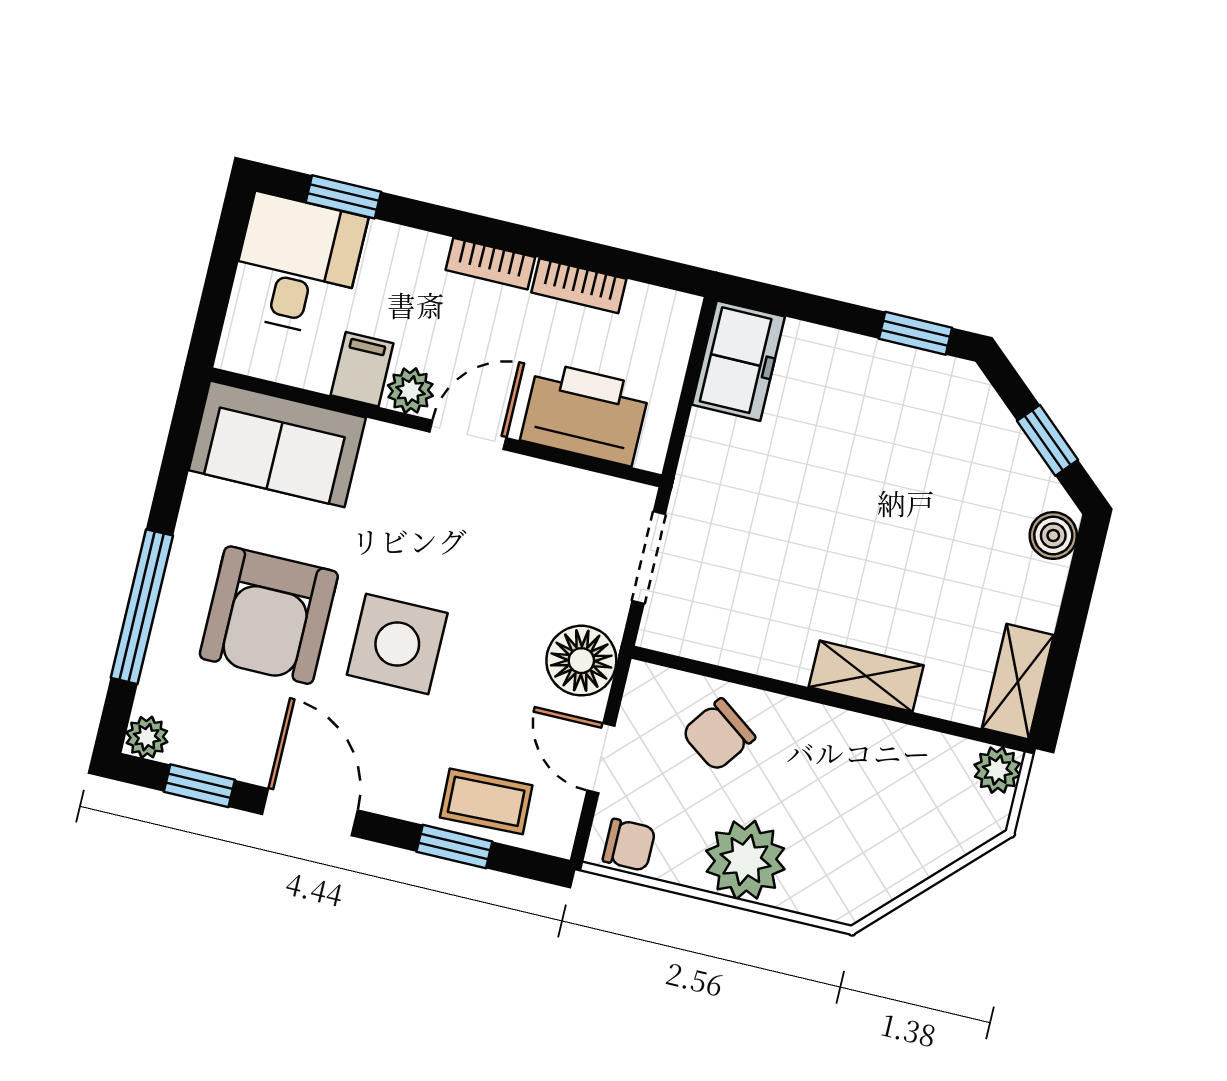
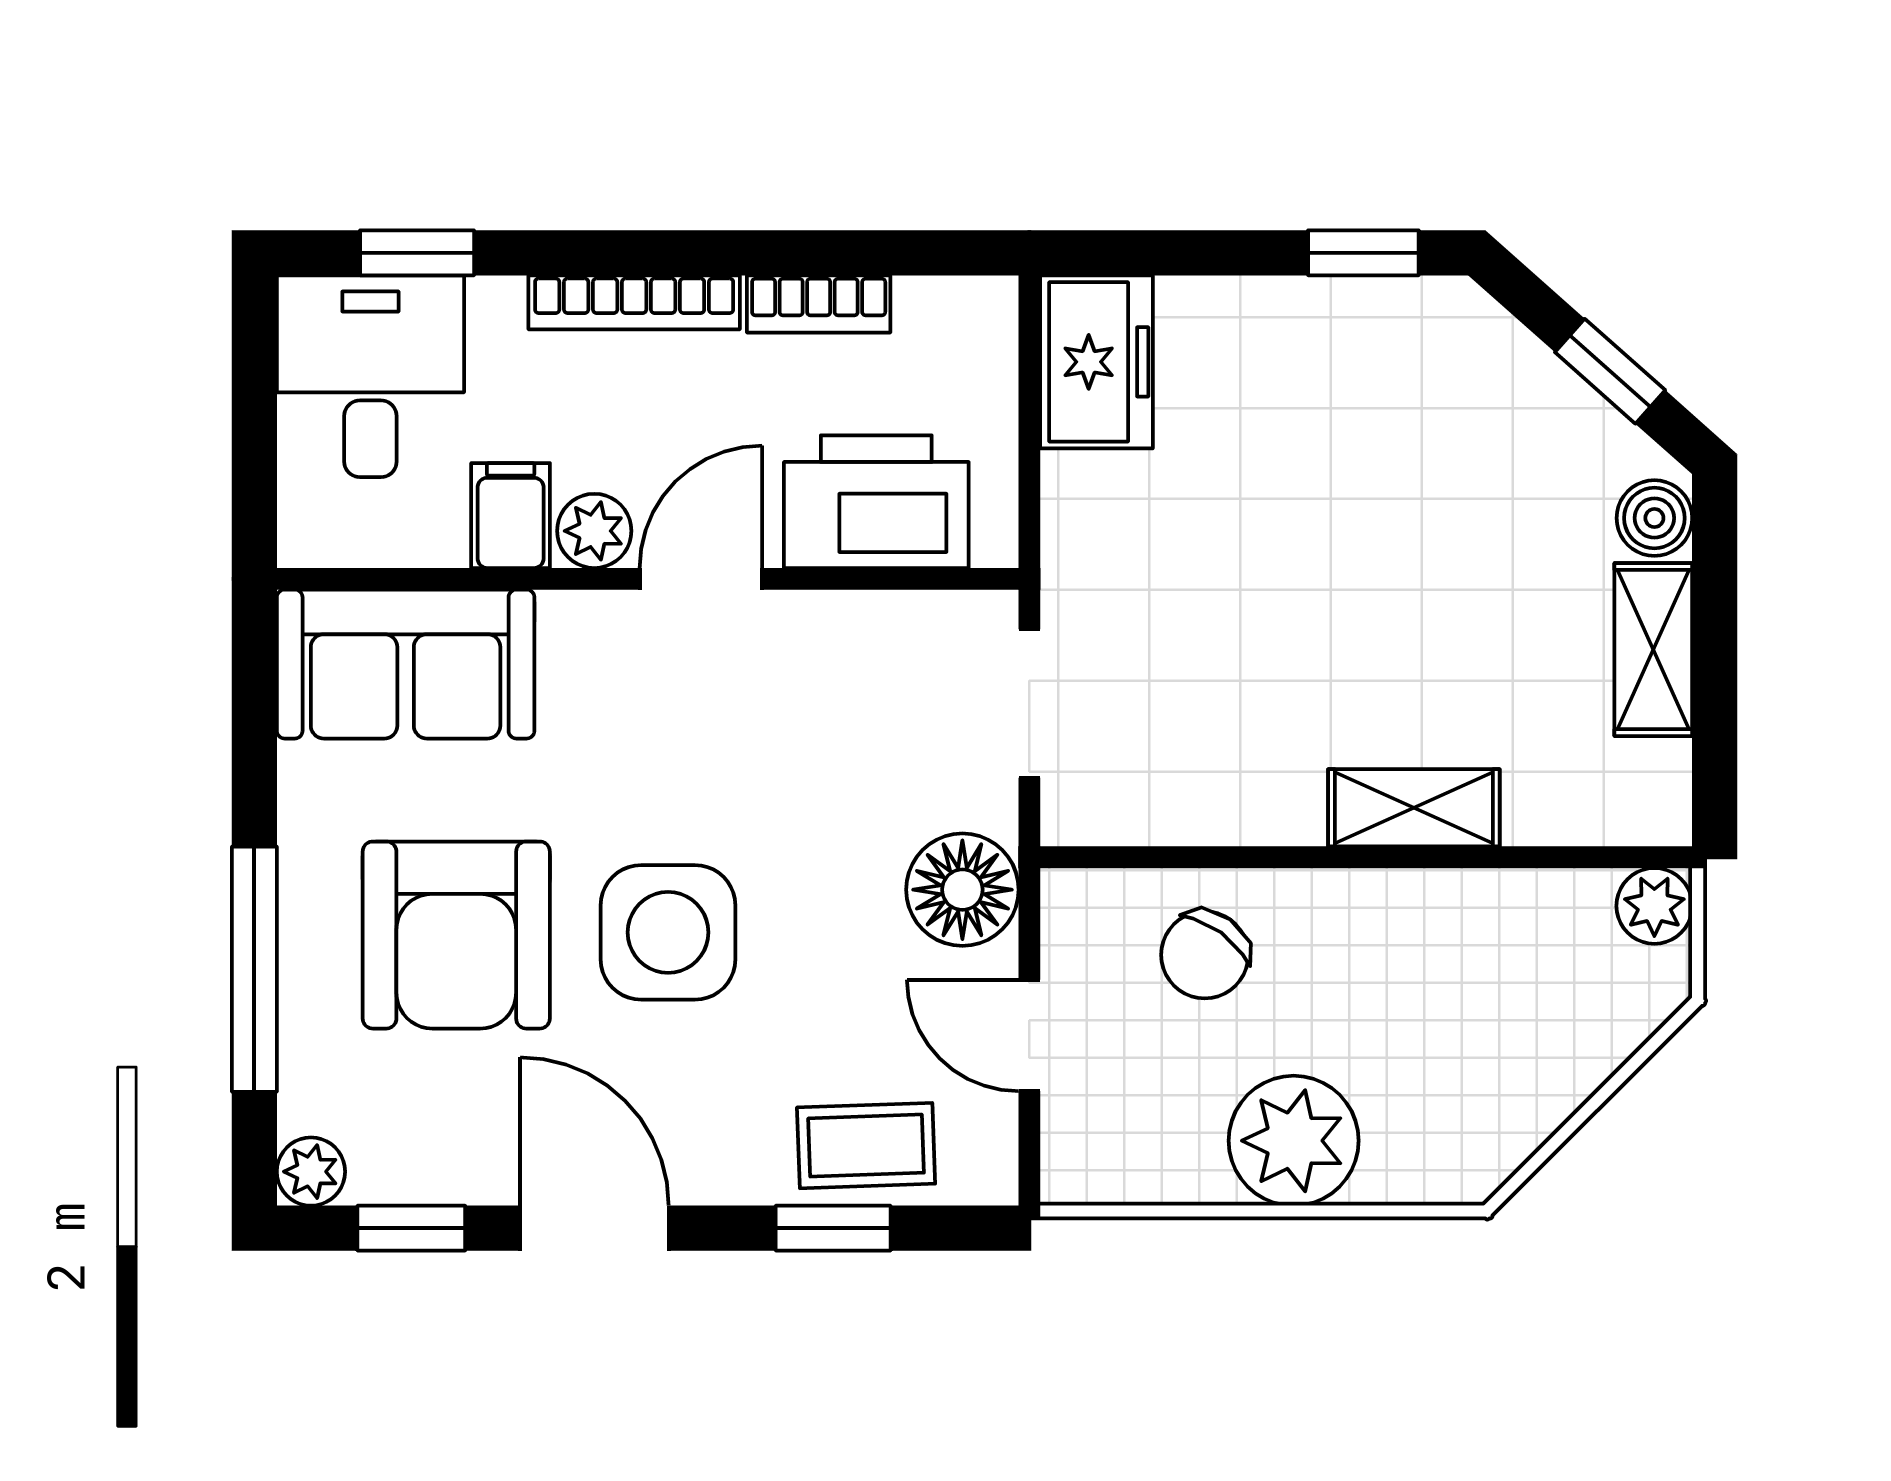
bookcase: (490, 264) -> (634, 302), width x1.56
shelving: (1018, 682) -> (1653, 650), moved
chair: (629, 845) -> (1106, 1160), removed

